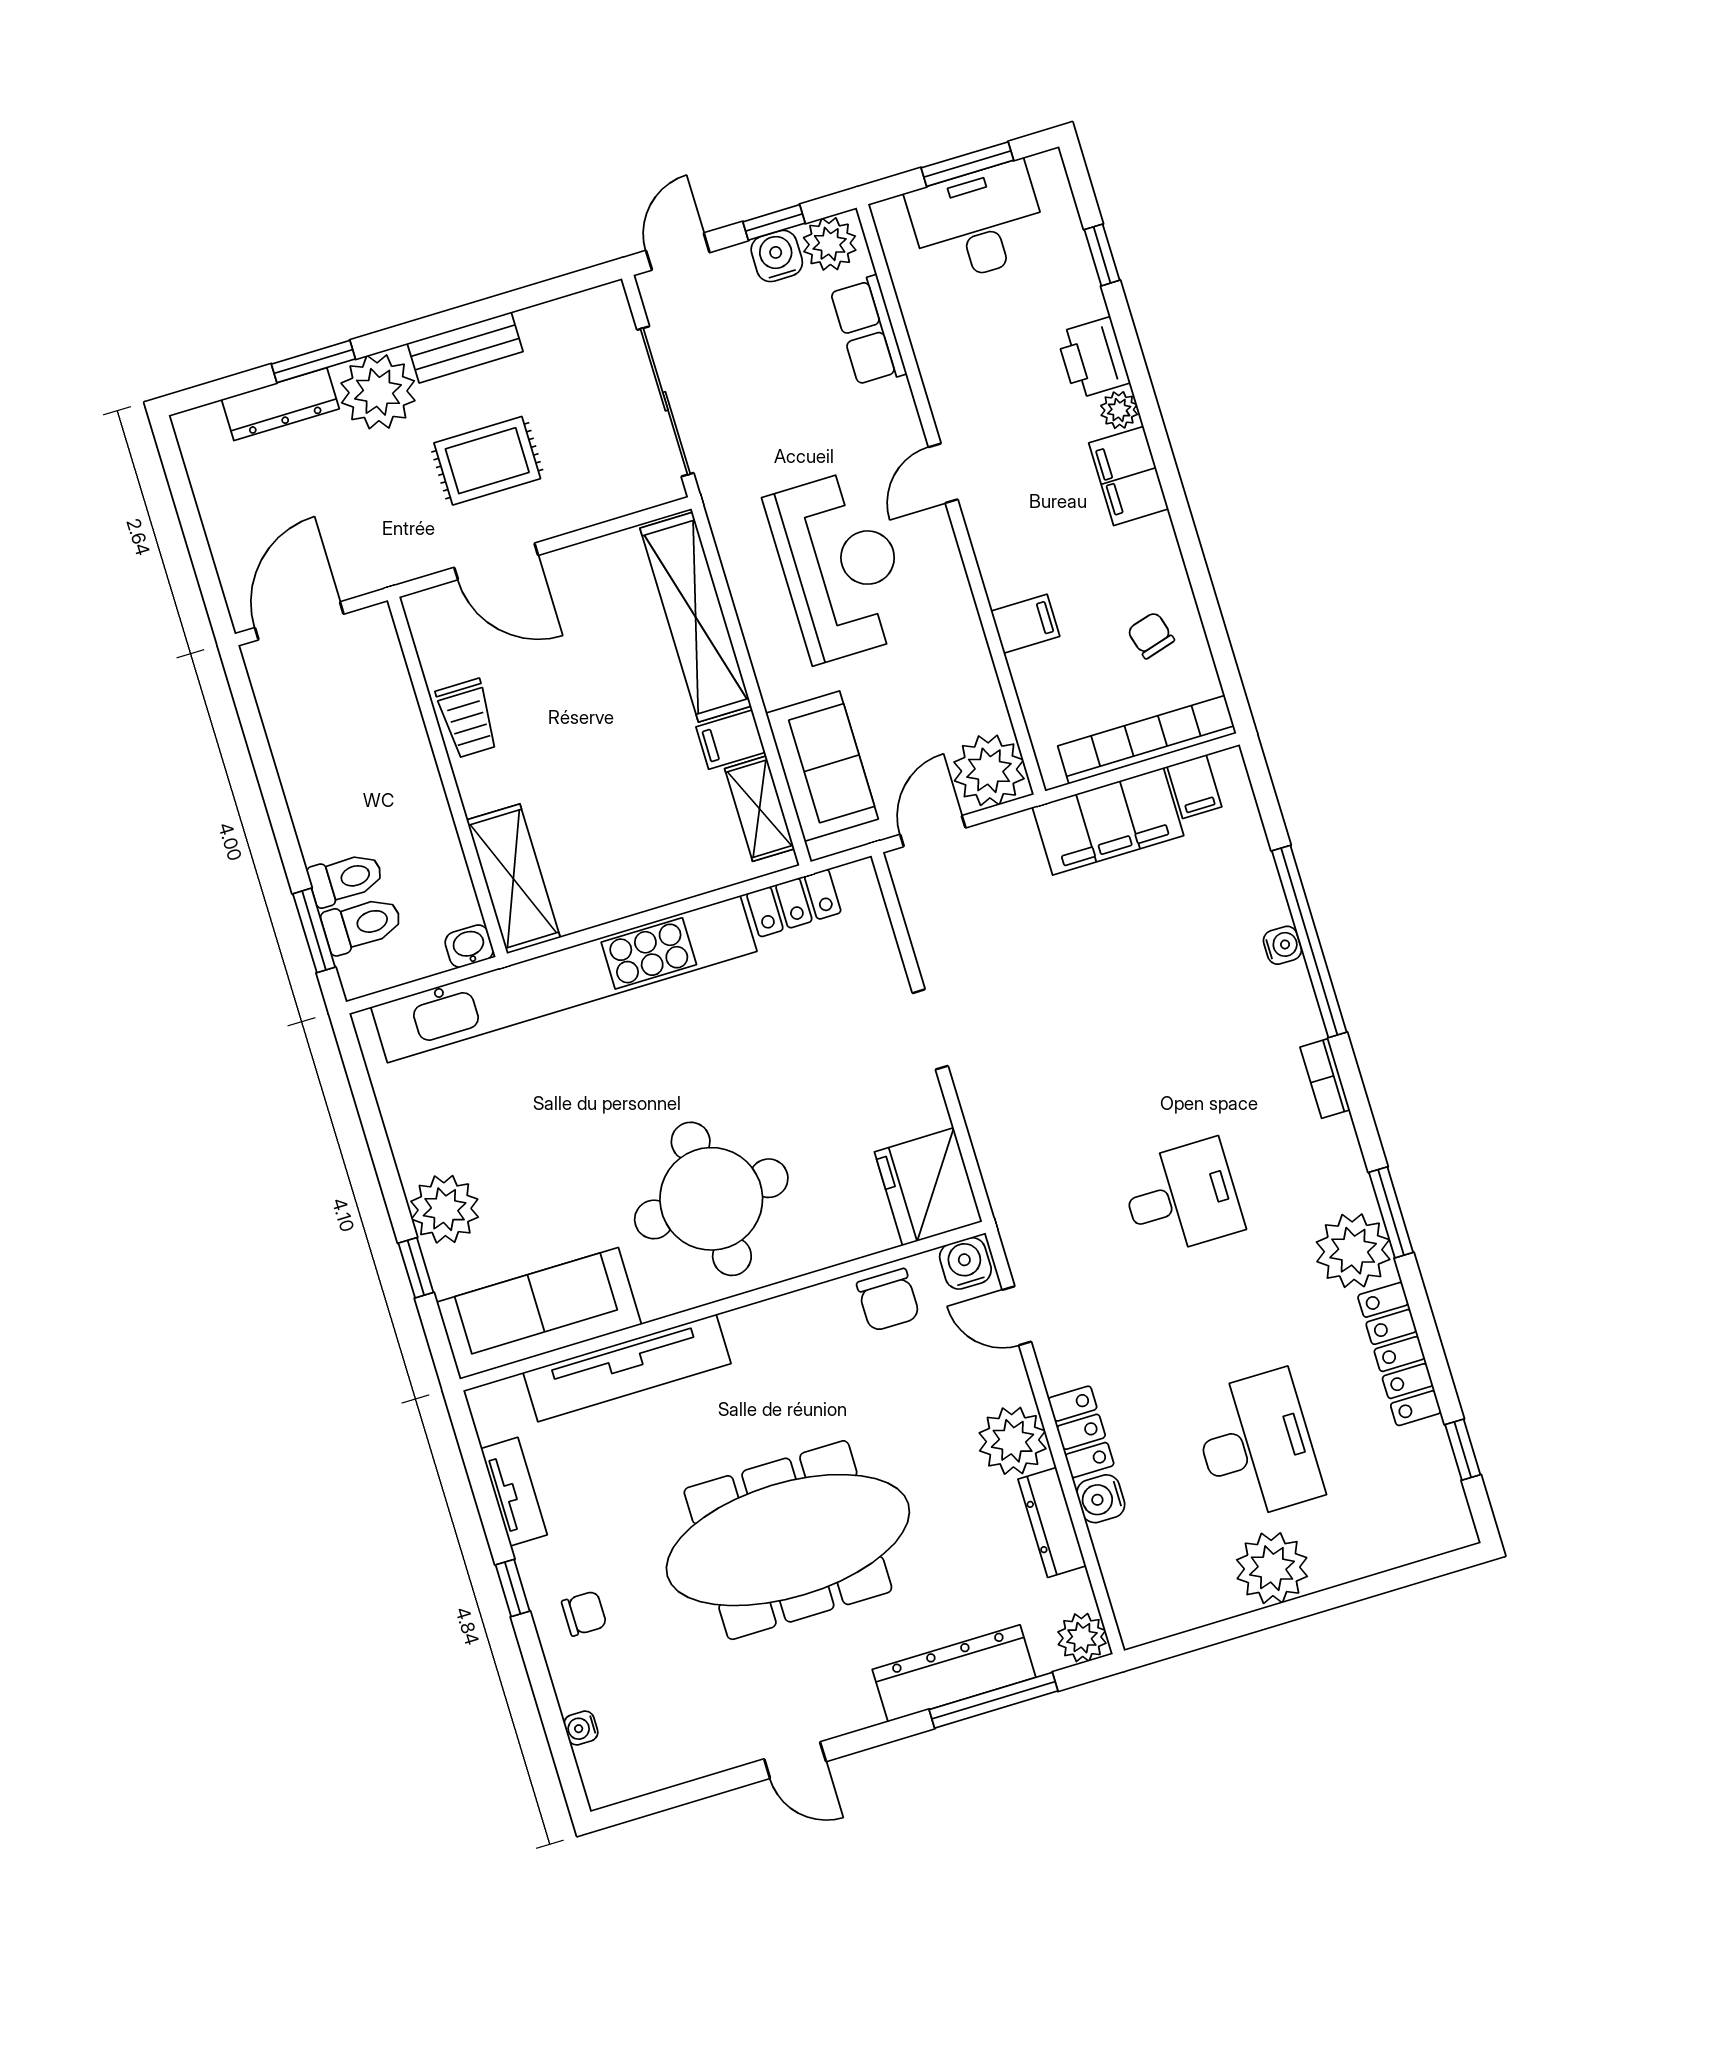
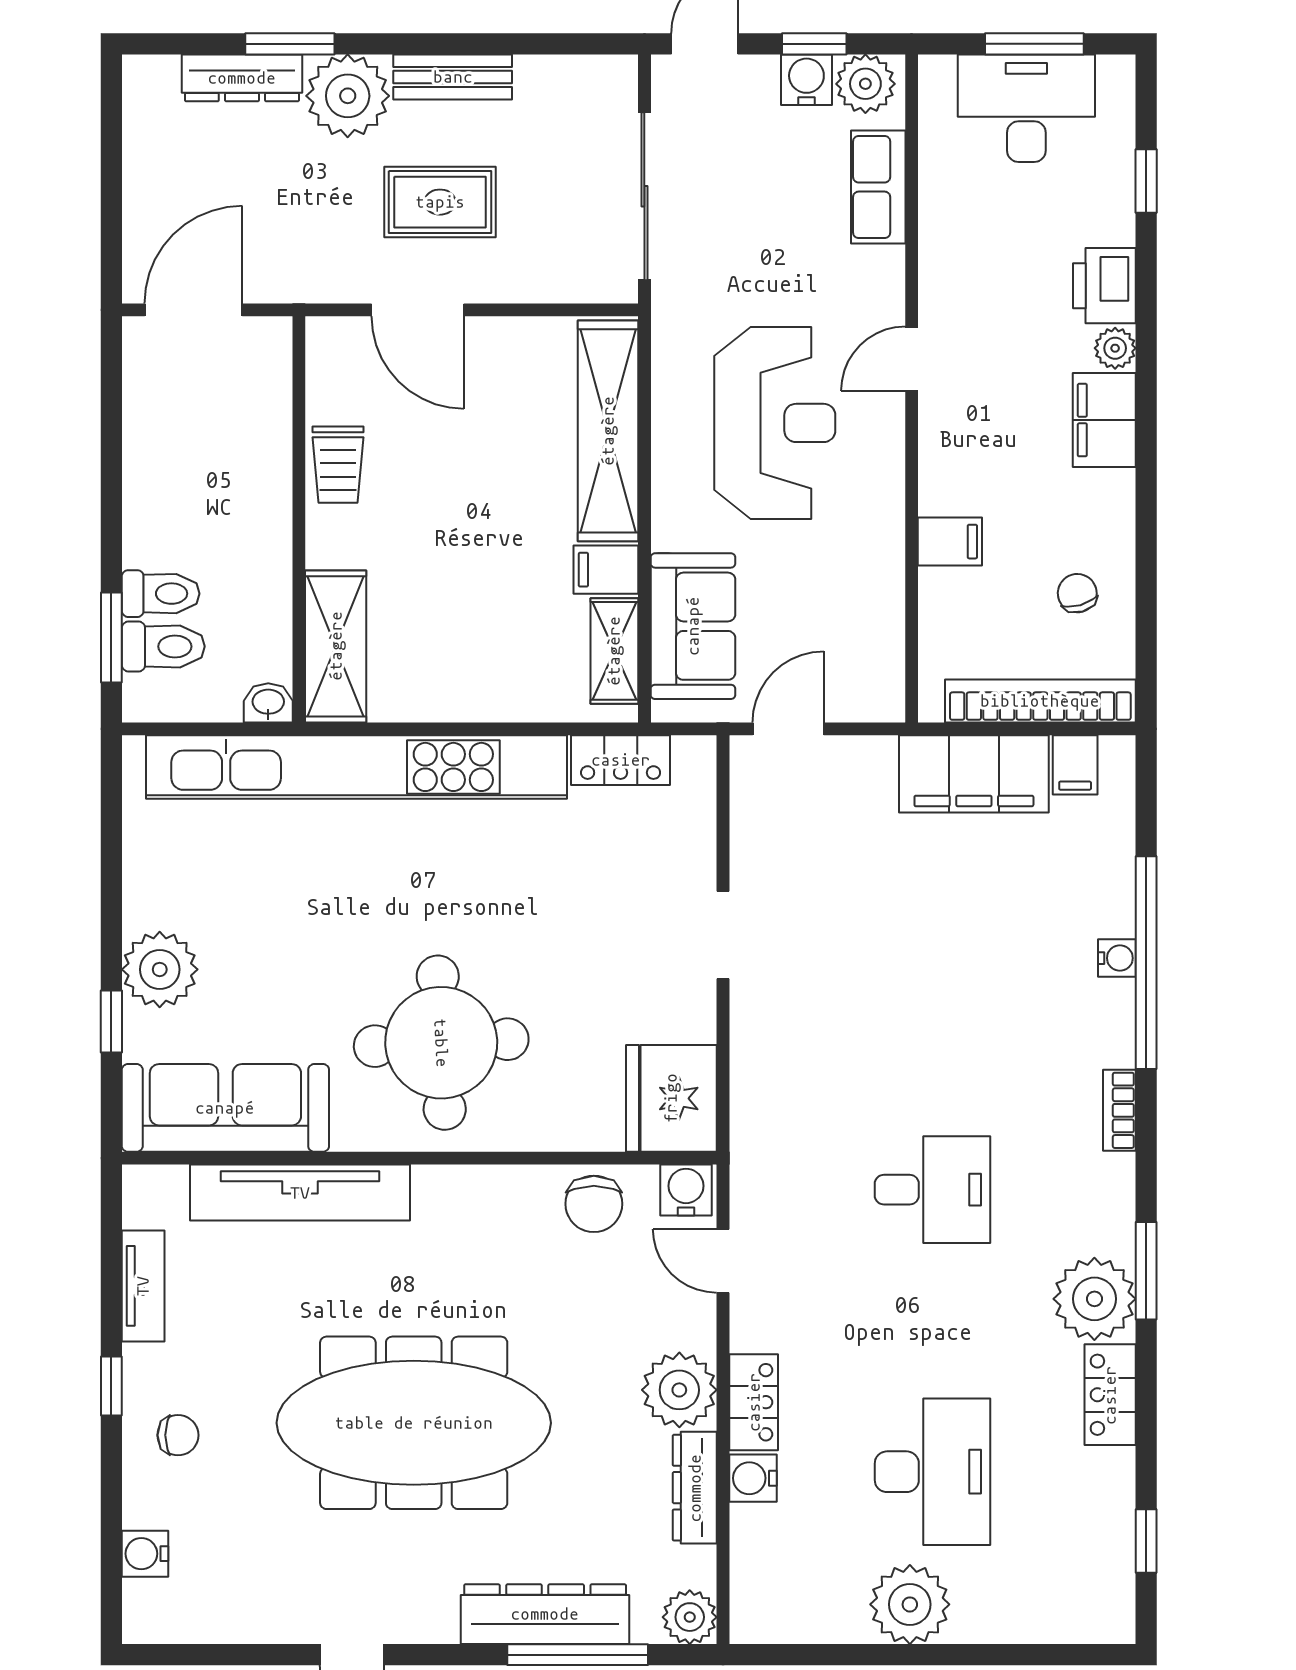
plant: (989, 770) -> (866, 683), removed
locker: (1399, 1354) -> (1110, 1395), width x0.66
water cooler: (581, 1728) -> (145, 1554), width x1.38, depth x1.38

